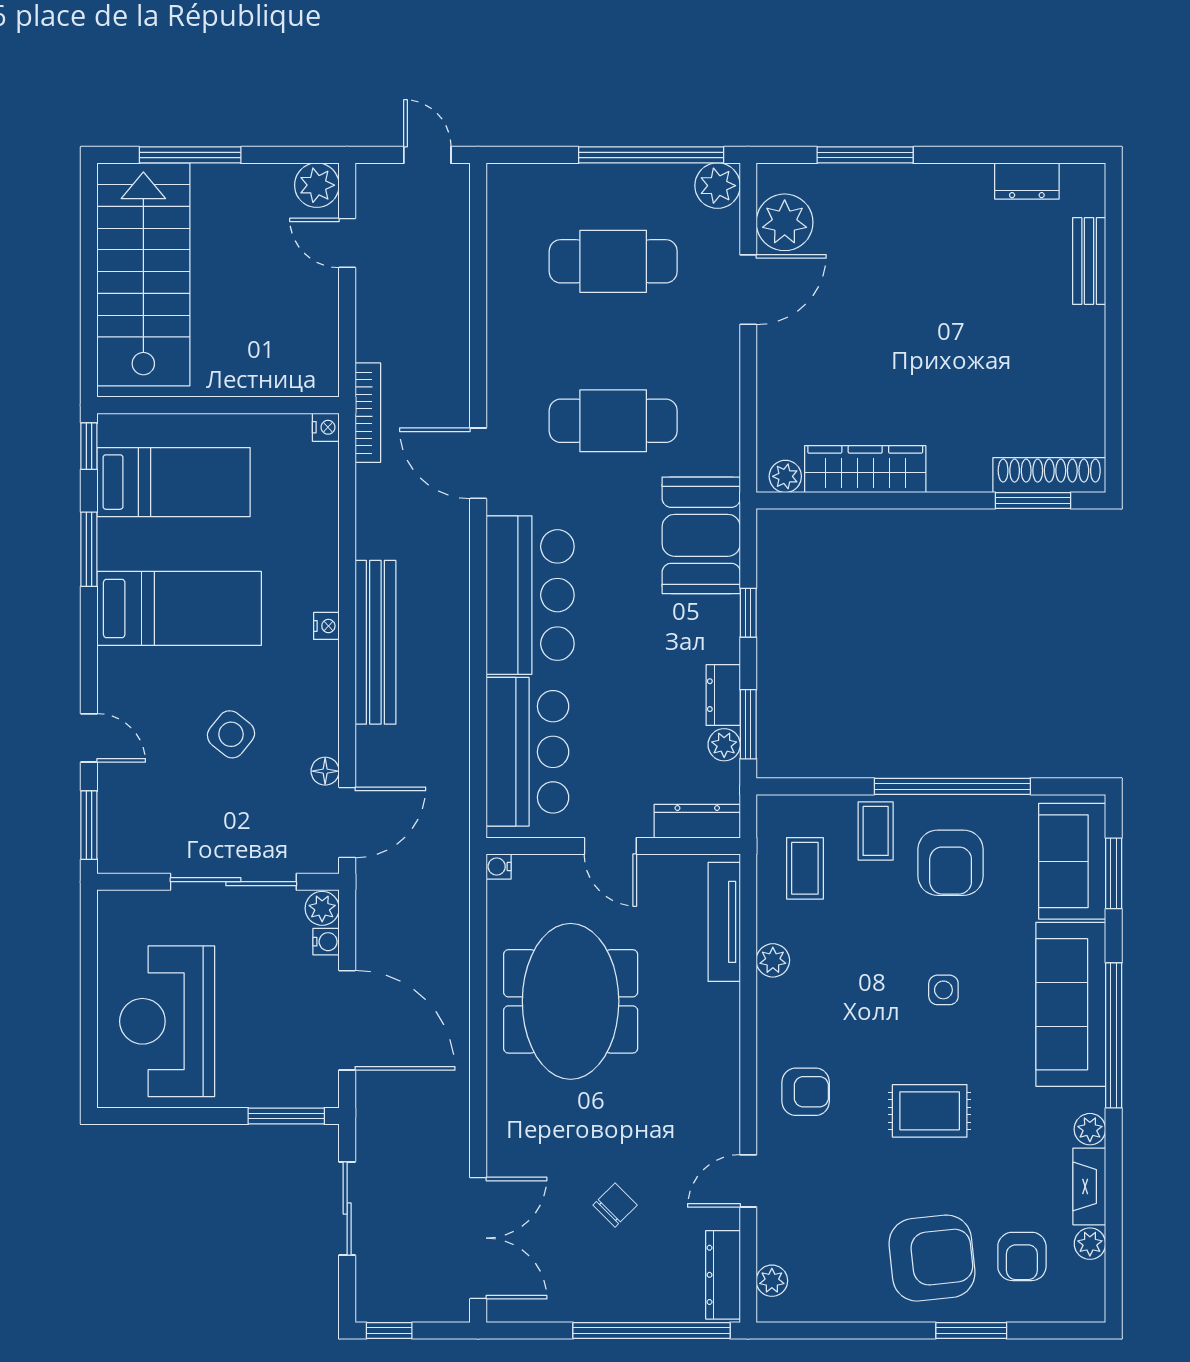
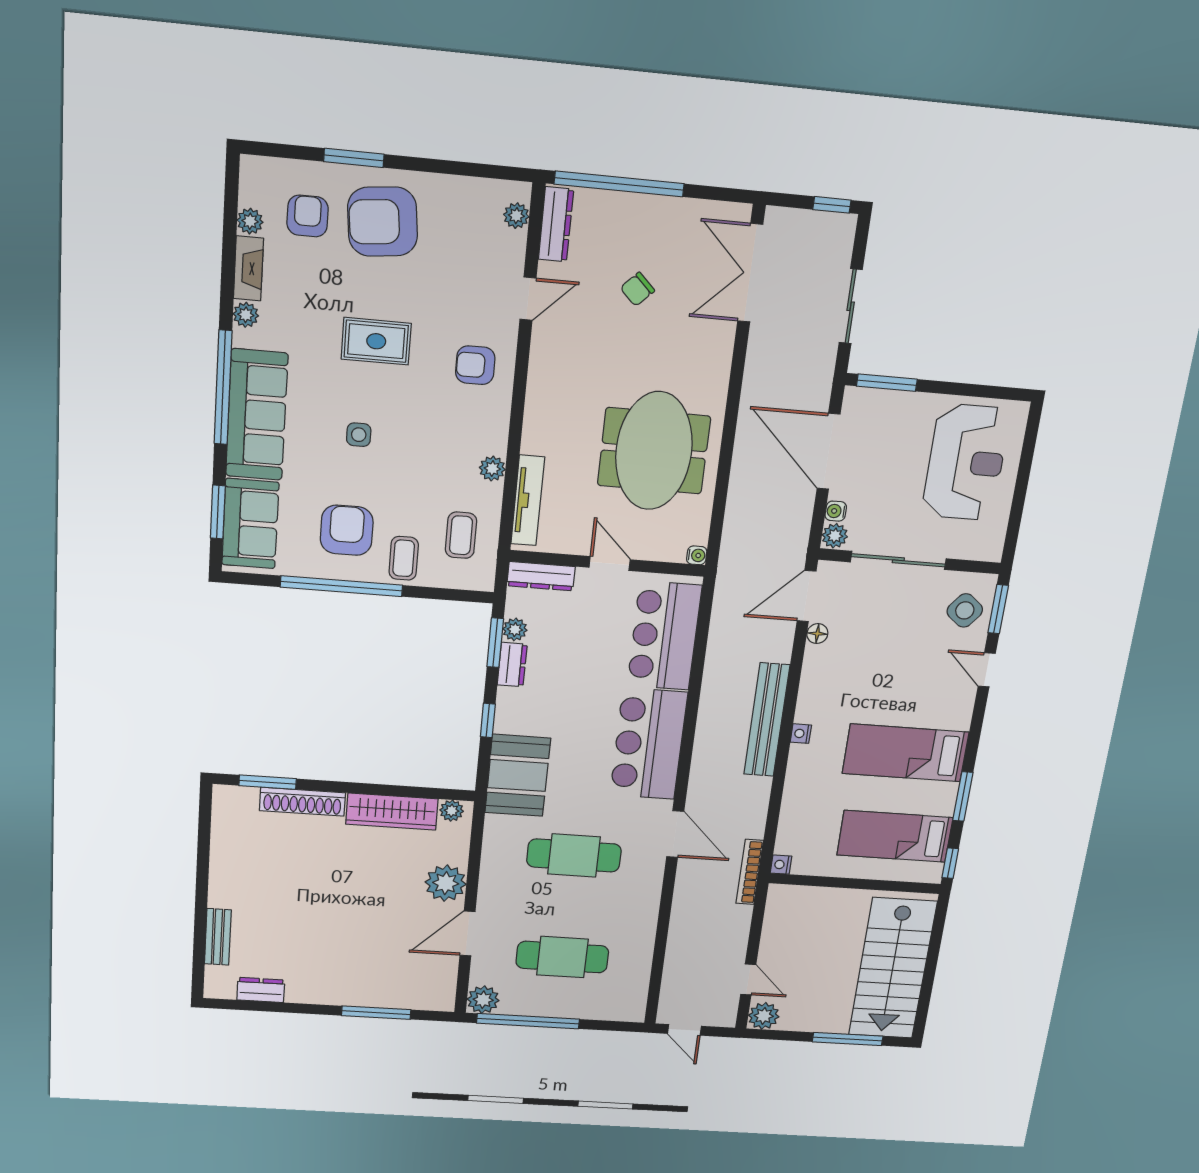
plant: (785, 222) -> (446, 883), moved
shoe rack: (1049, 475) -> (302, 802), moved
side table: (231, 734) -> (965, 610), moved

